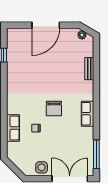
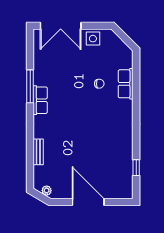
door: (46, 25) -> (88, 202), hinge flipped
chair: (54, 109) -> (79, 106), removed
window: (96, 154) -> (30, 86), moved

